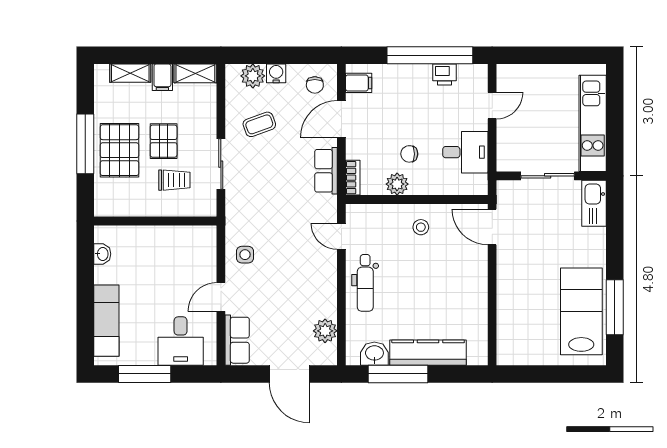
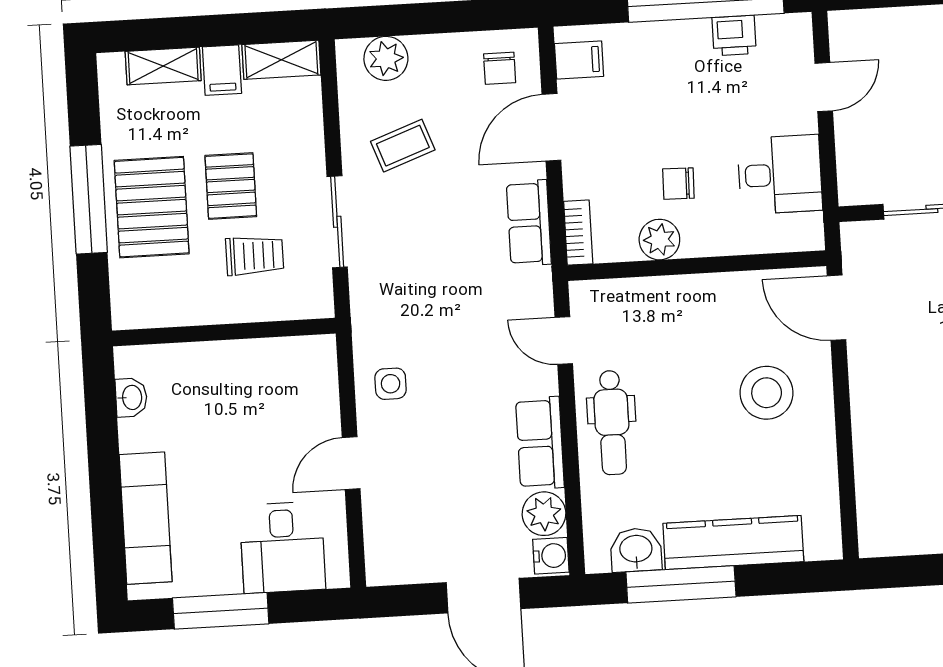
water cooler: (276, 73) -> (551, 556), moved, turned 90
stool: (421, 227) -> (767, 393), moved, width x1.89, depth x1.89
row of seats: (237, 340) -> (540, 443), moved, turned 180

